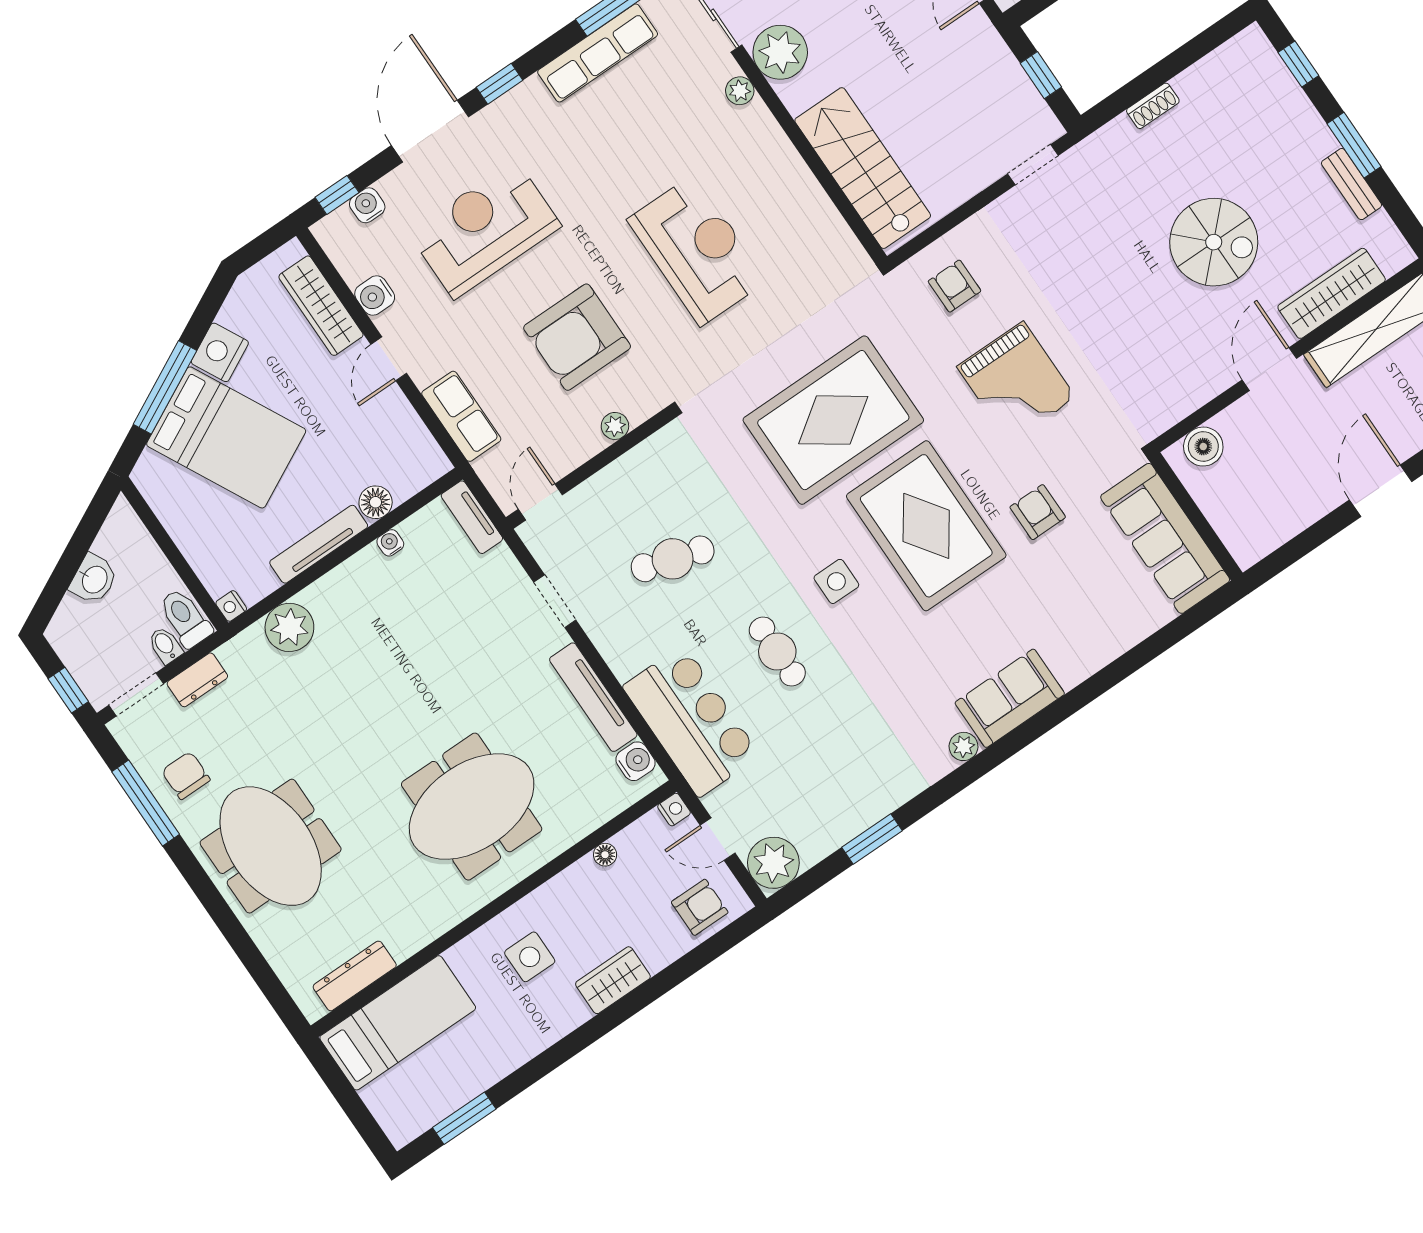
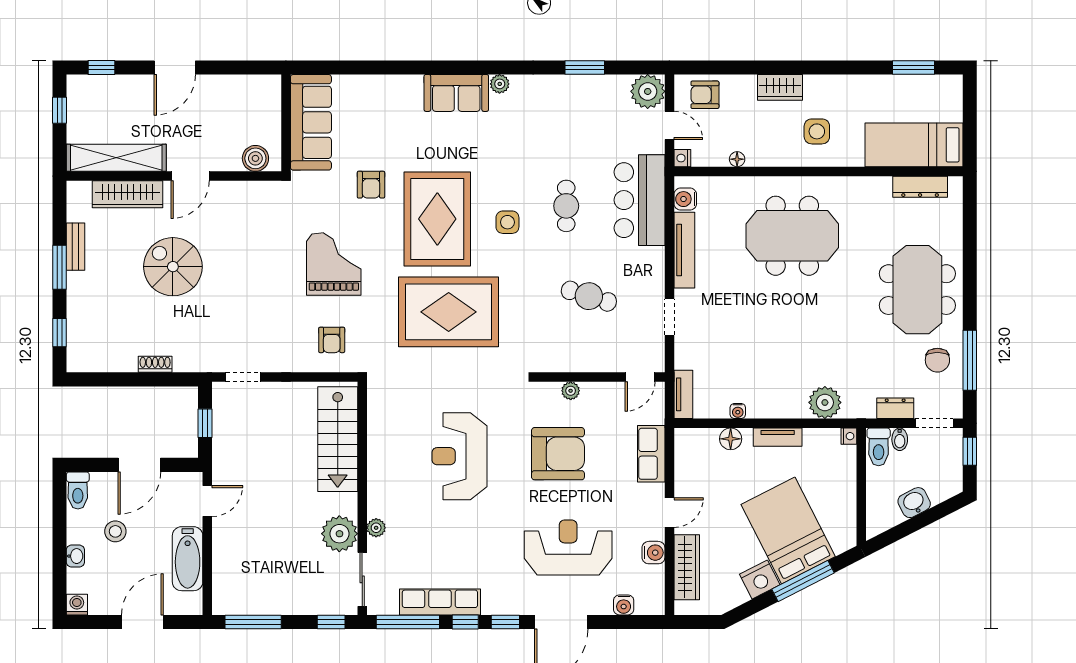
window: (337, 195) -> (465, 622), moved
reception desk: (485, 229) -> (568, 547), turned 180
tv unit: (319, 544) -> (778, 437), width x0.71

